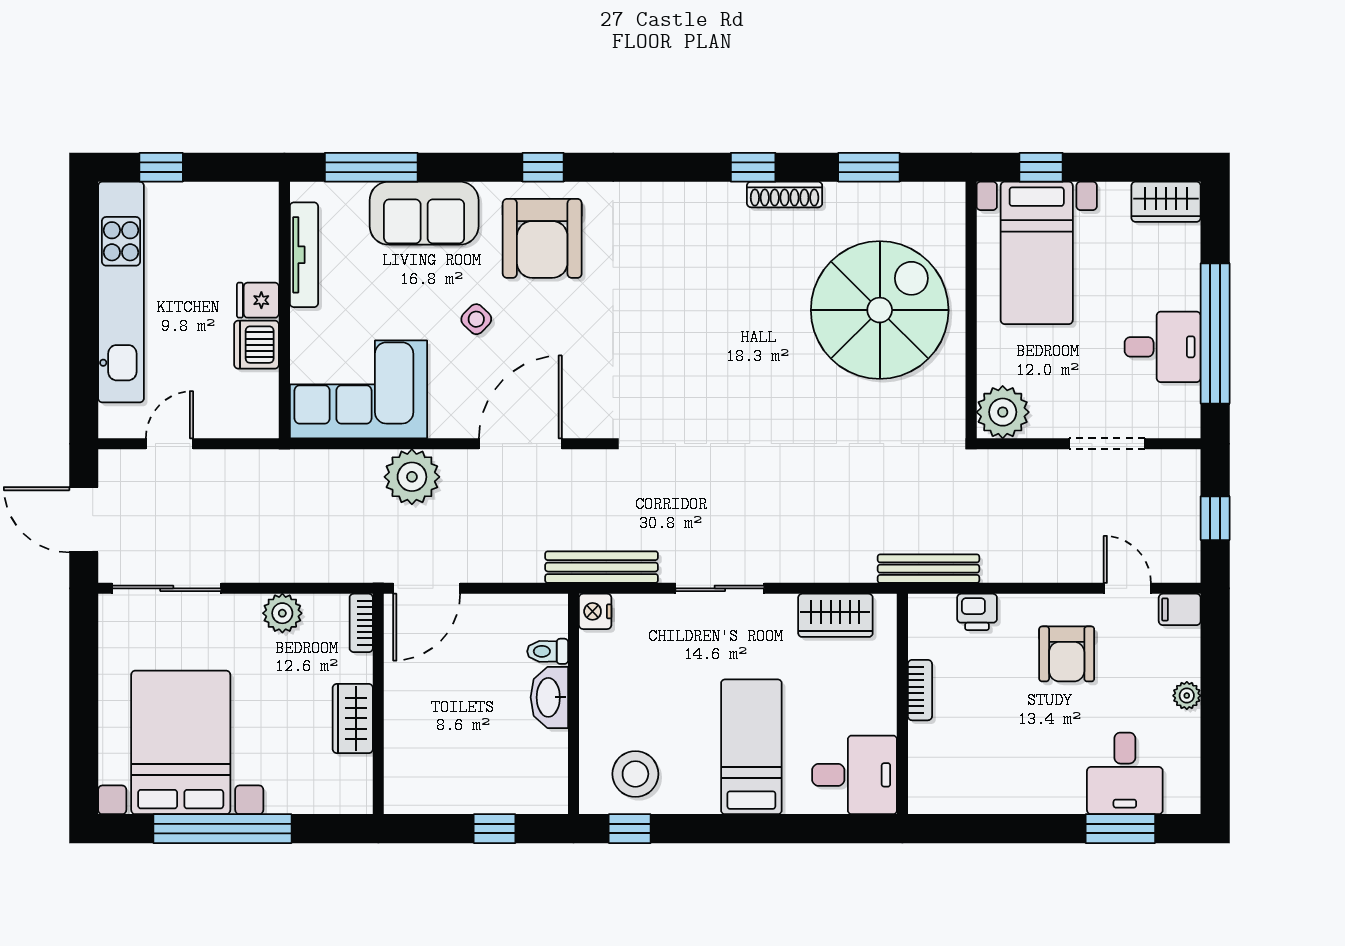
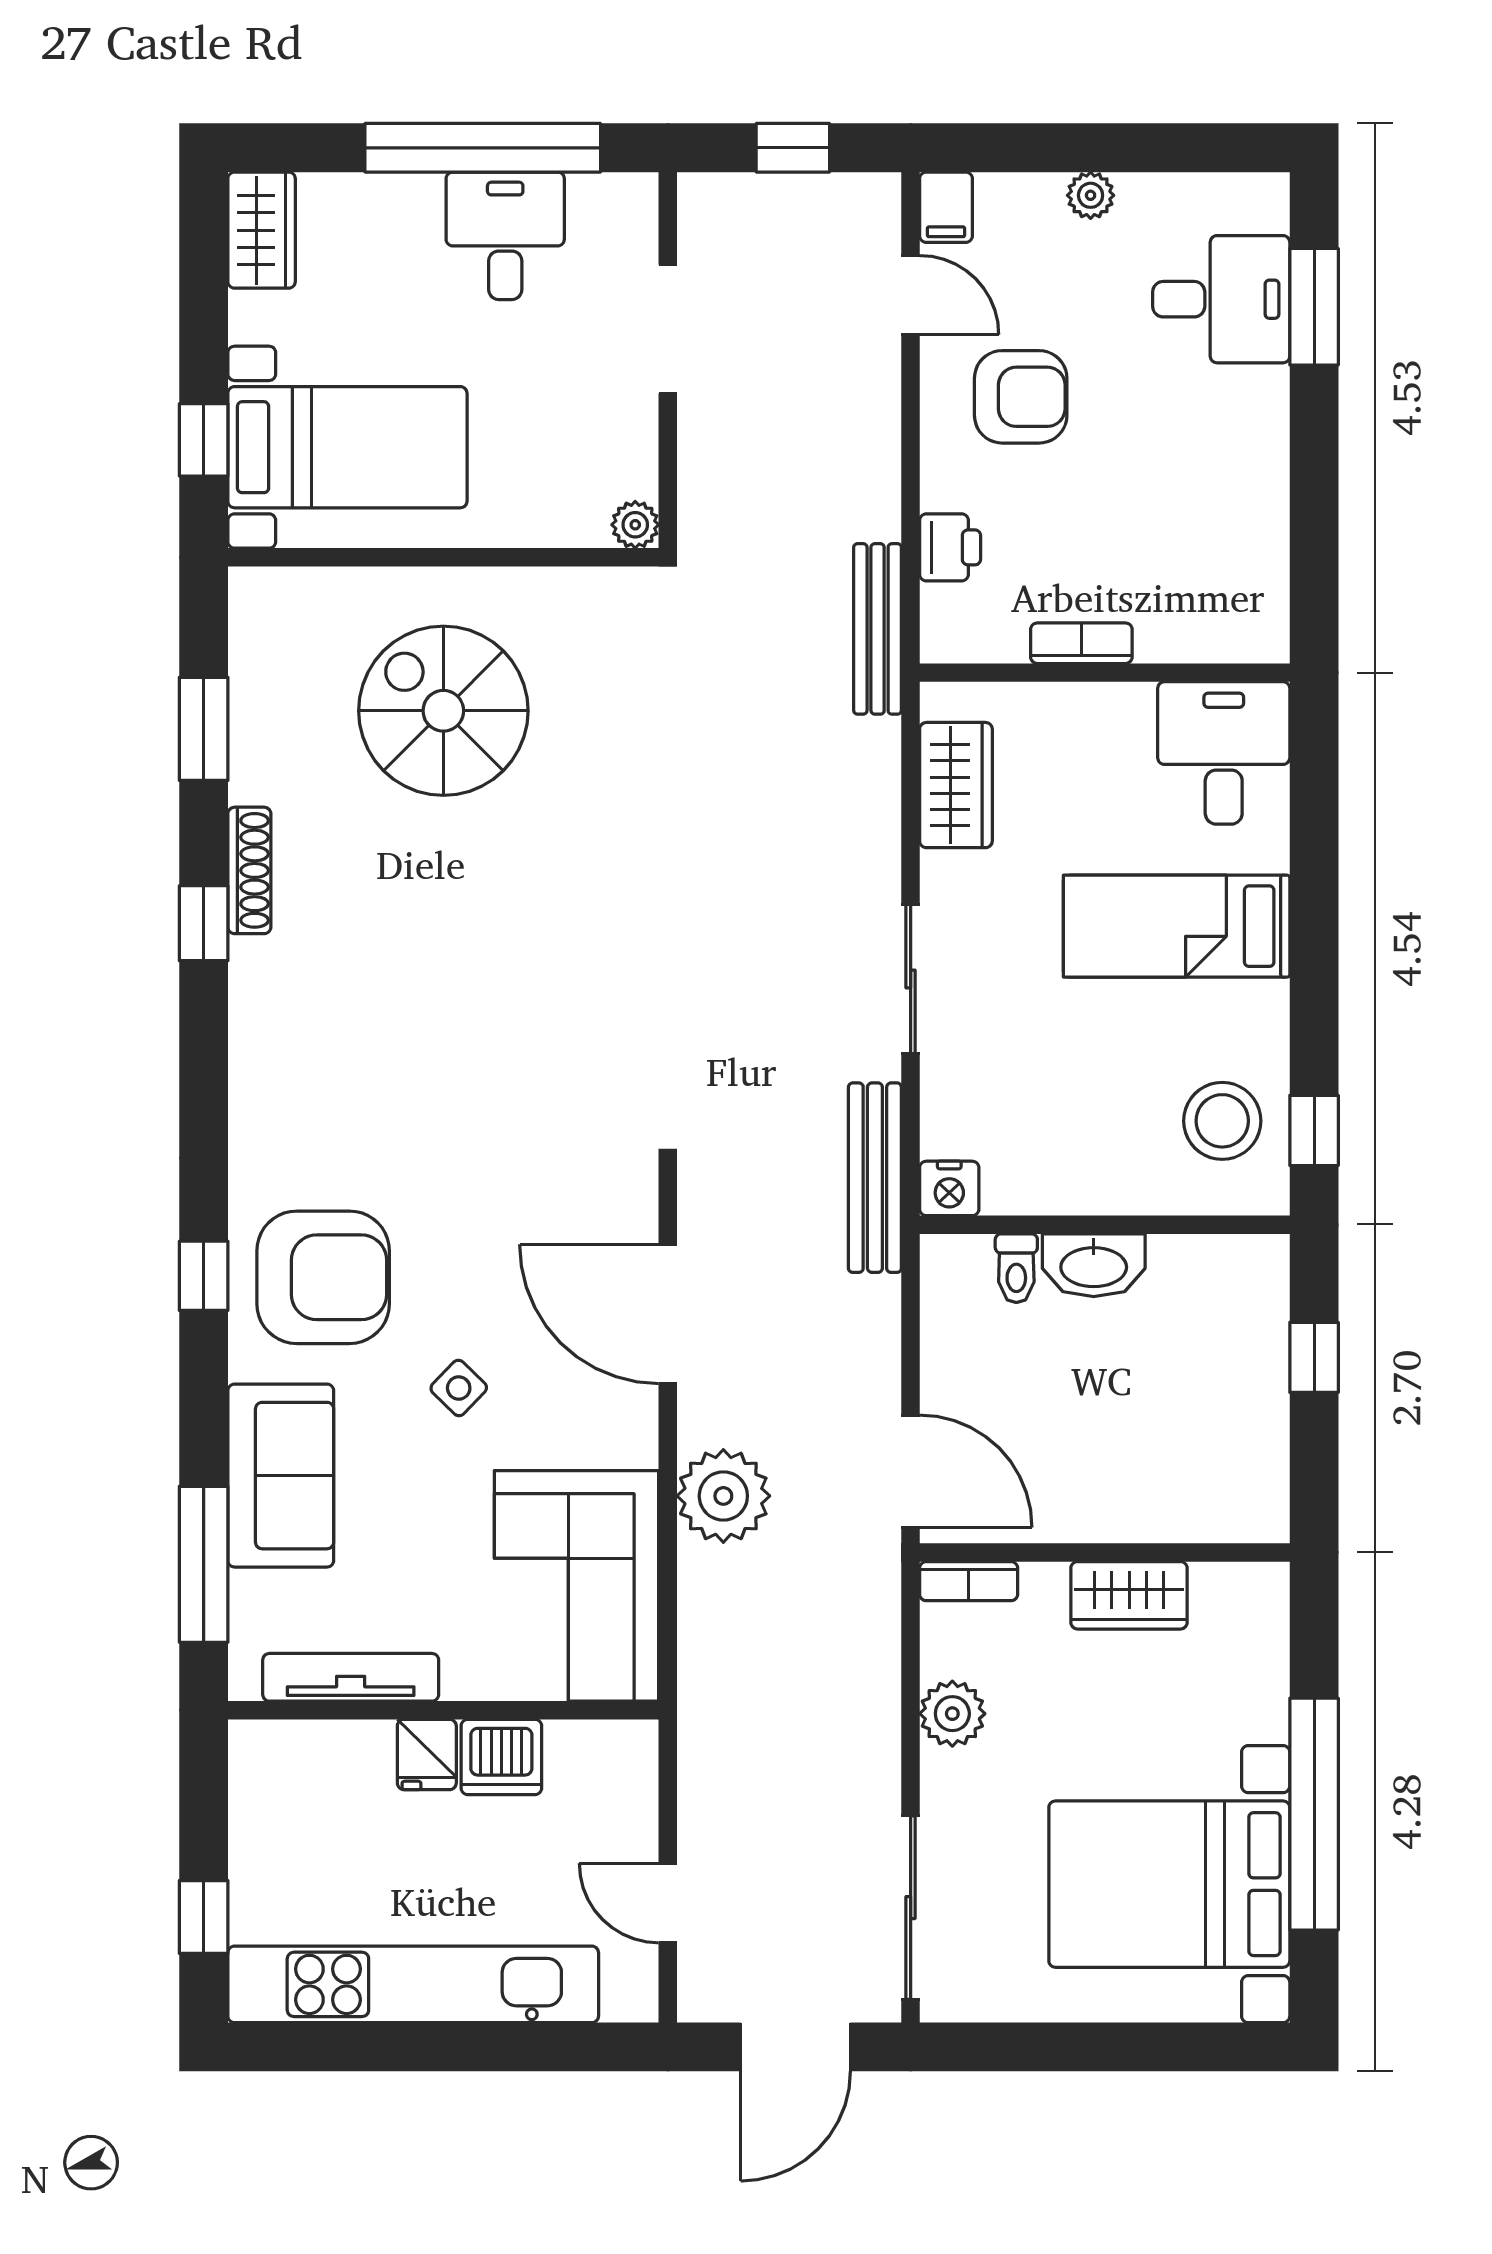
spiral stairs: (880, 310) -> (443, 711), width x0.73, depth x0.73
plant: (1003, 412) -> (635, 525), width x0.53, depth x0.53
door: (1127, 588) -> (911, 295), swing flipped

